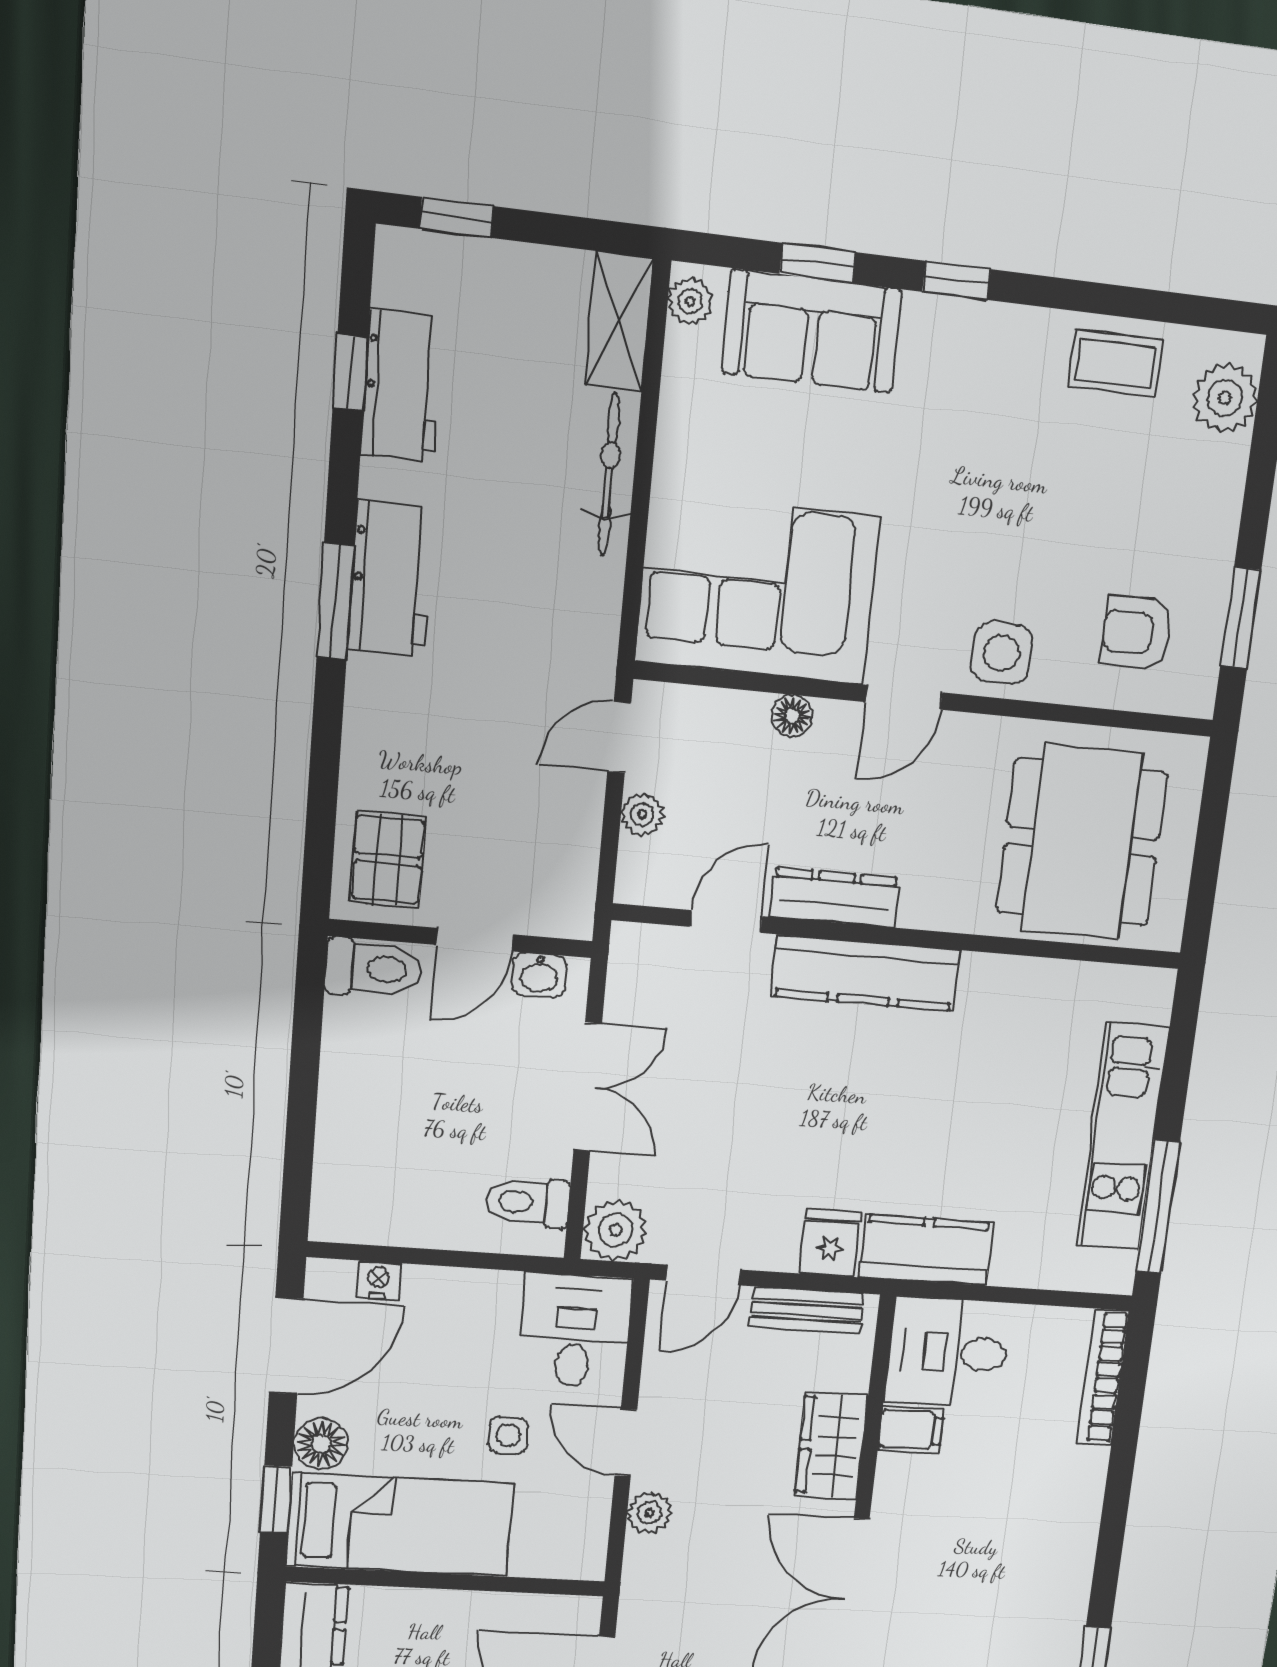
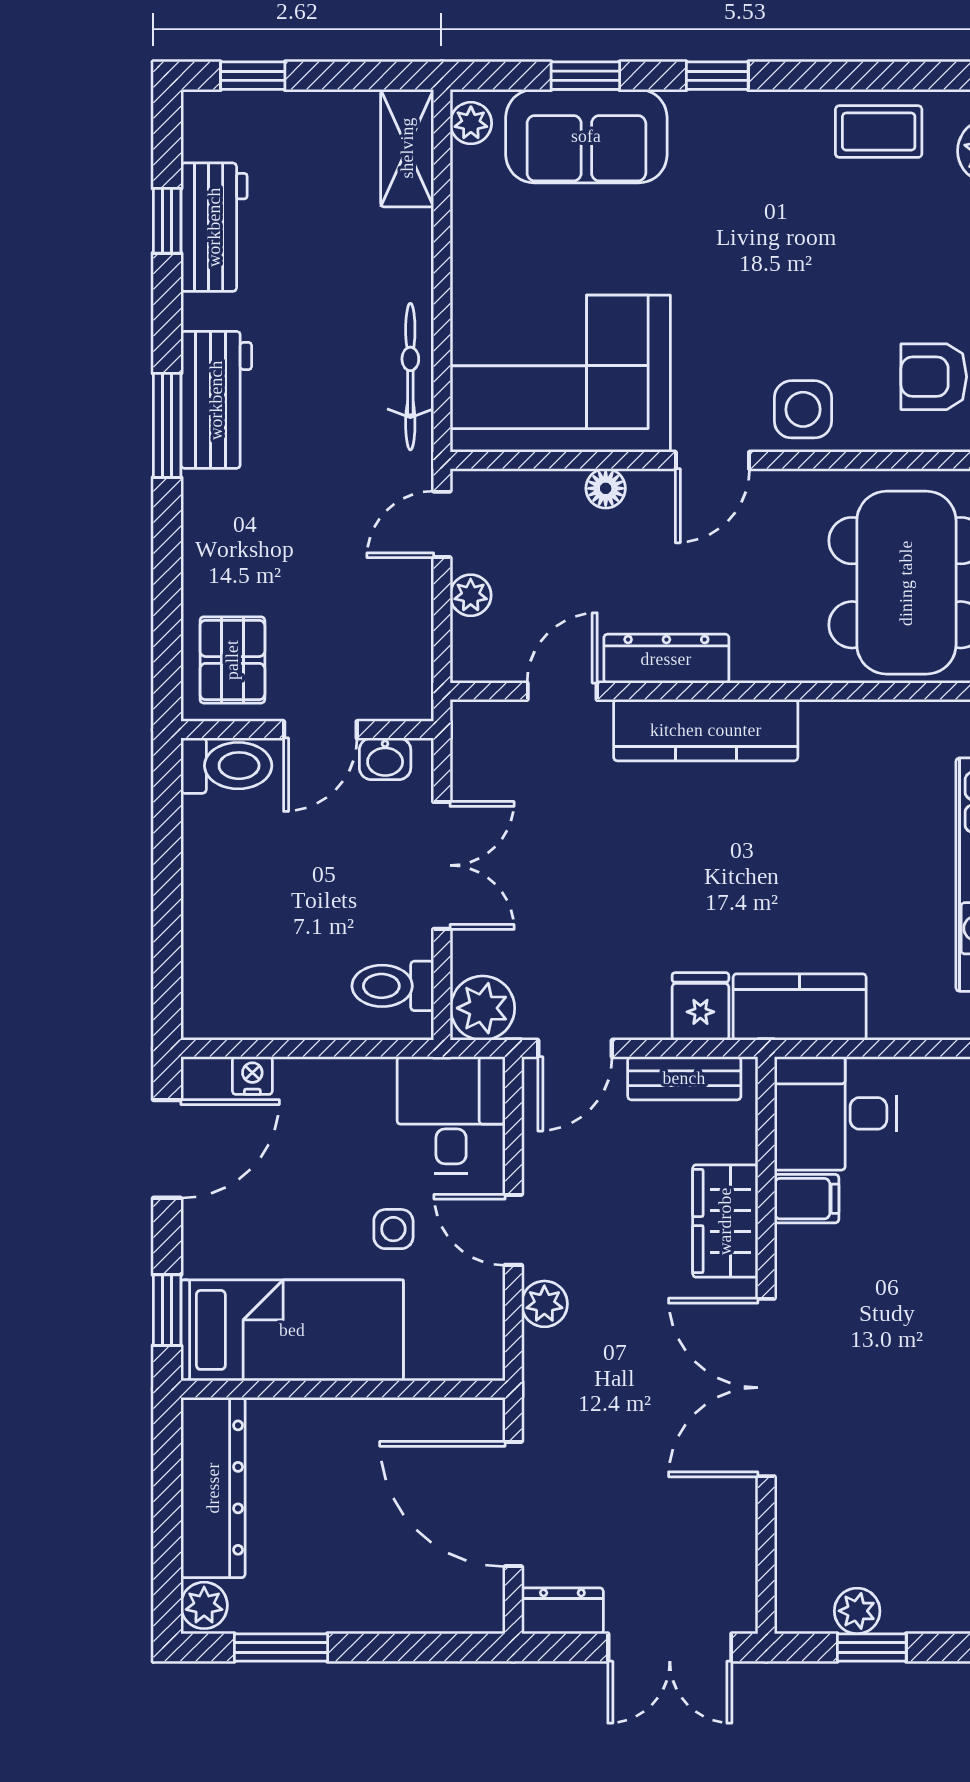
bicycle: (609, 475) -> (410, 377), moved
floor lamp: (321, 1444) -> (208, 1249), removed

